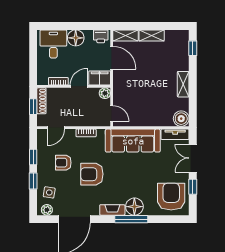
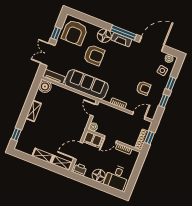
door: (112, 58) -> (78, 151), hinge flipped
double door: (193, 158) -> (48, 54), swing flipped
armchair: (92, 174) -> (94, 55), moved
window: (131, 219) -> (123, 33), moved

